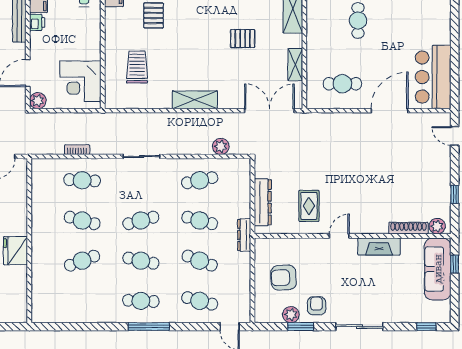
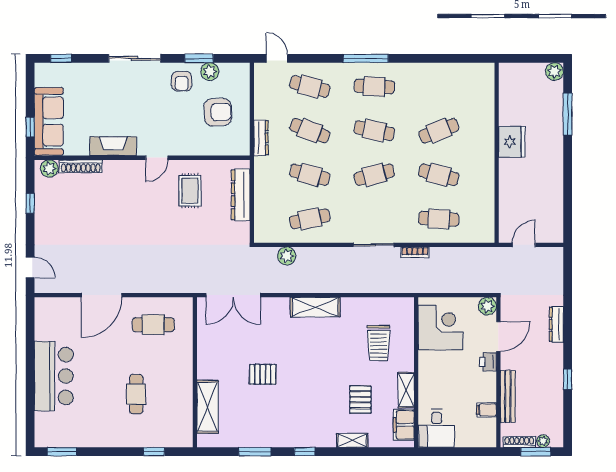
printer: (37, 22) -> (488, 362), moved
shelving: (295, 65) -> (406, 390), moved
bar counter: (433, 77) -> (54, 376), moved
bookcase: (77, 150) -> (415, 252), moved
dresser: (244, 235) -> (261, 138), moved

